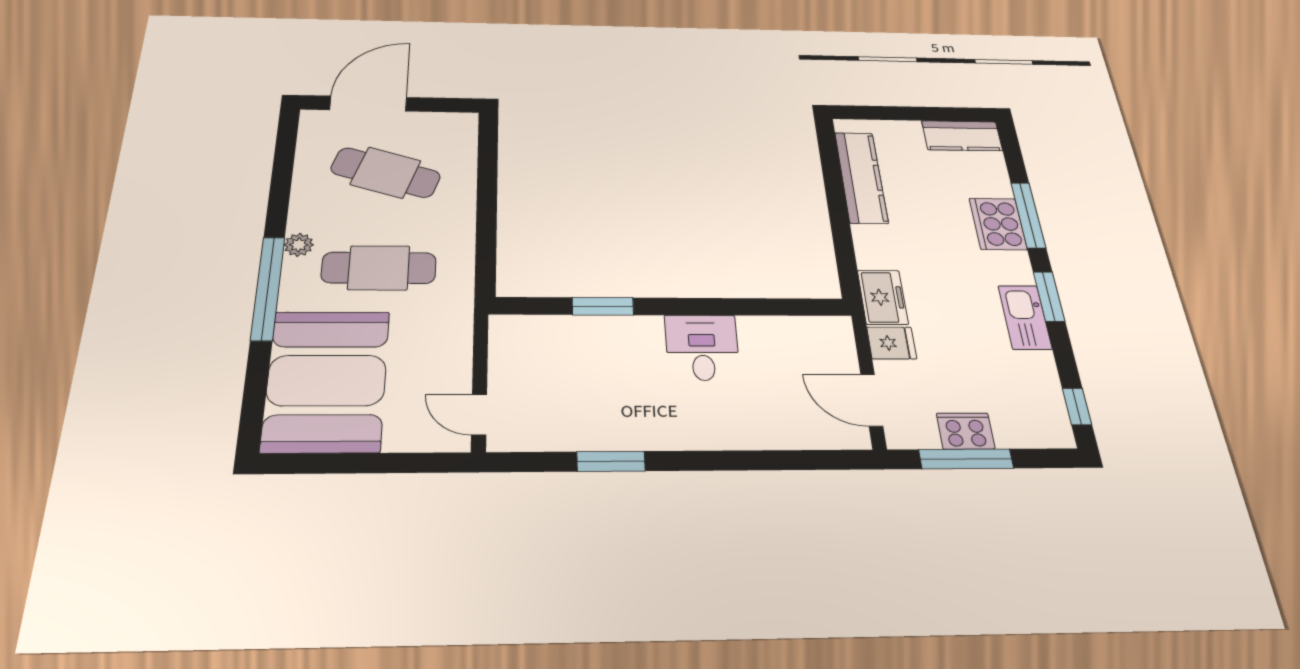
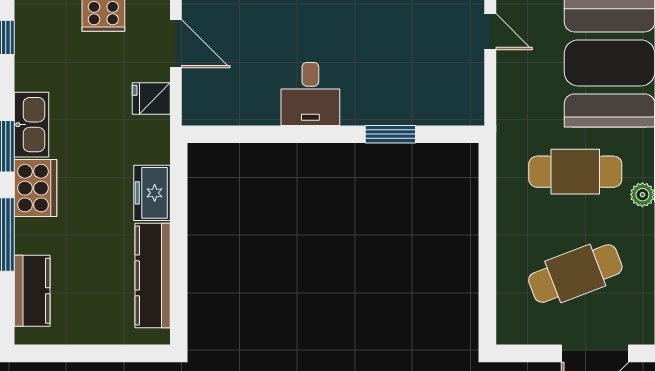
kitchen counter: (962, 136) -> (32, 291), moved, turned 90
cafe table: (386, 173) -> (575, 274), turned -39
cooker: (998, 224) -> (36, 188), moved
freezer: (883, 297) -> (152, 193), moved

